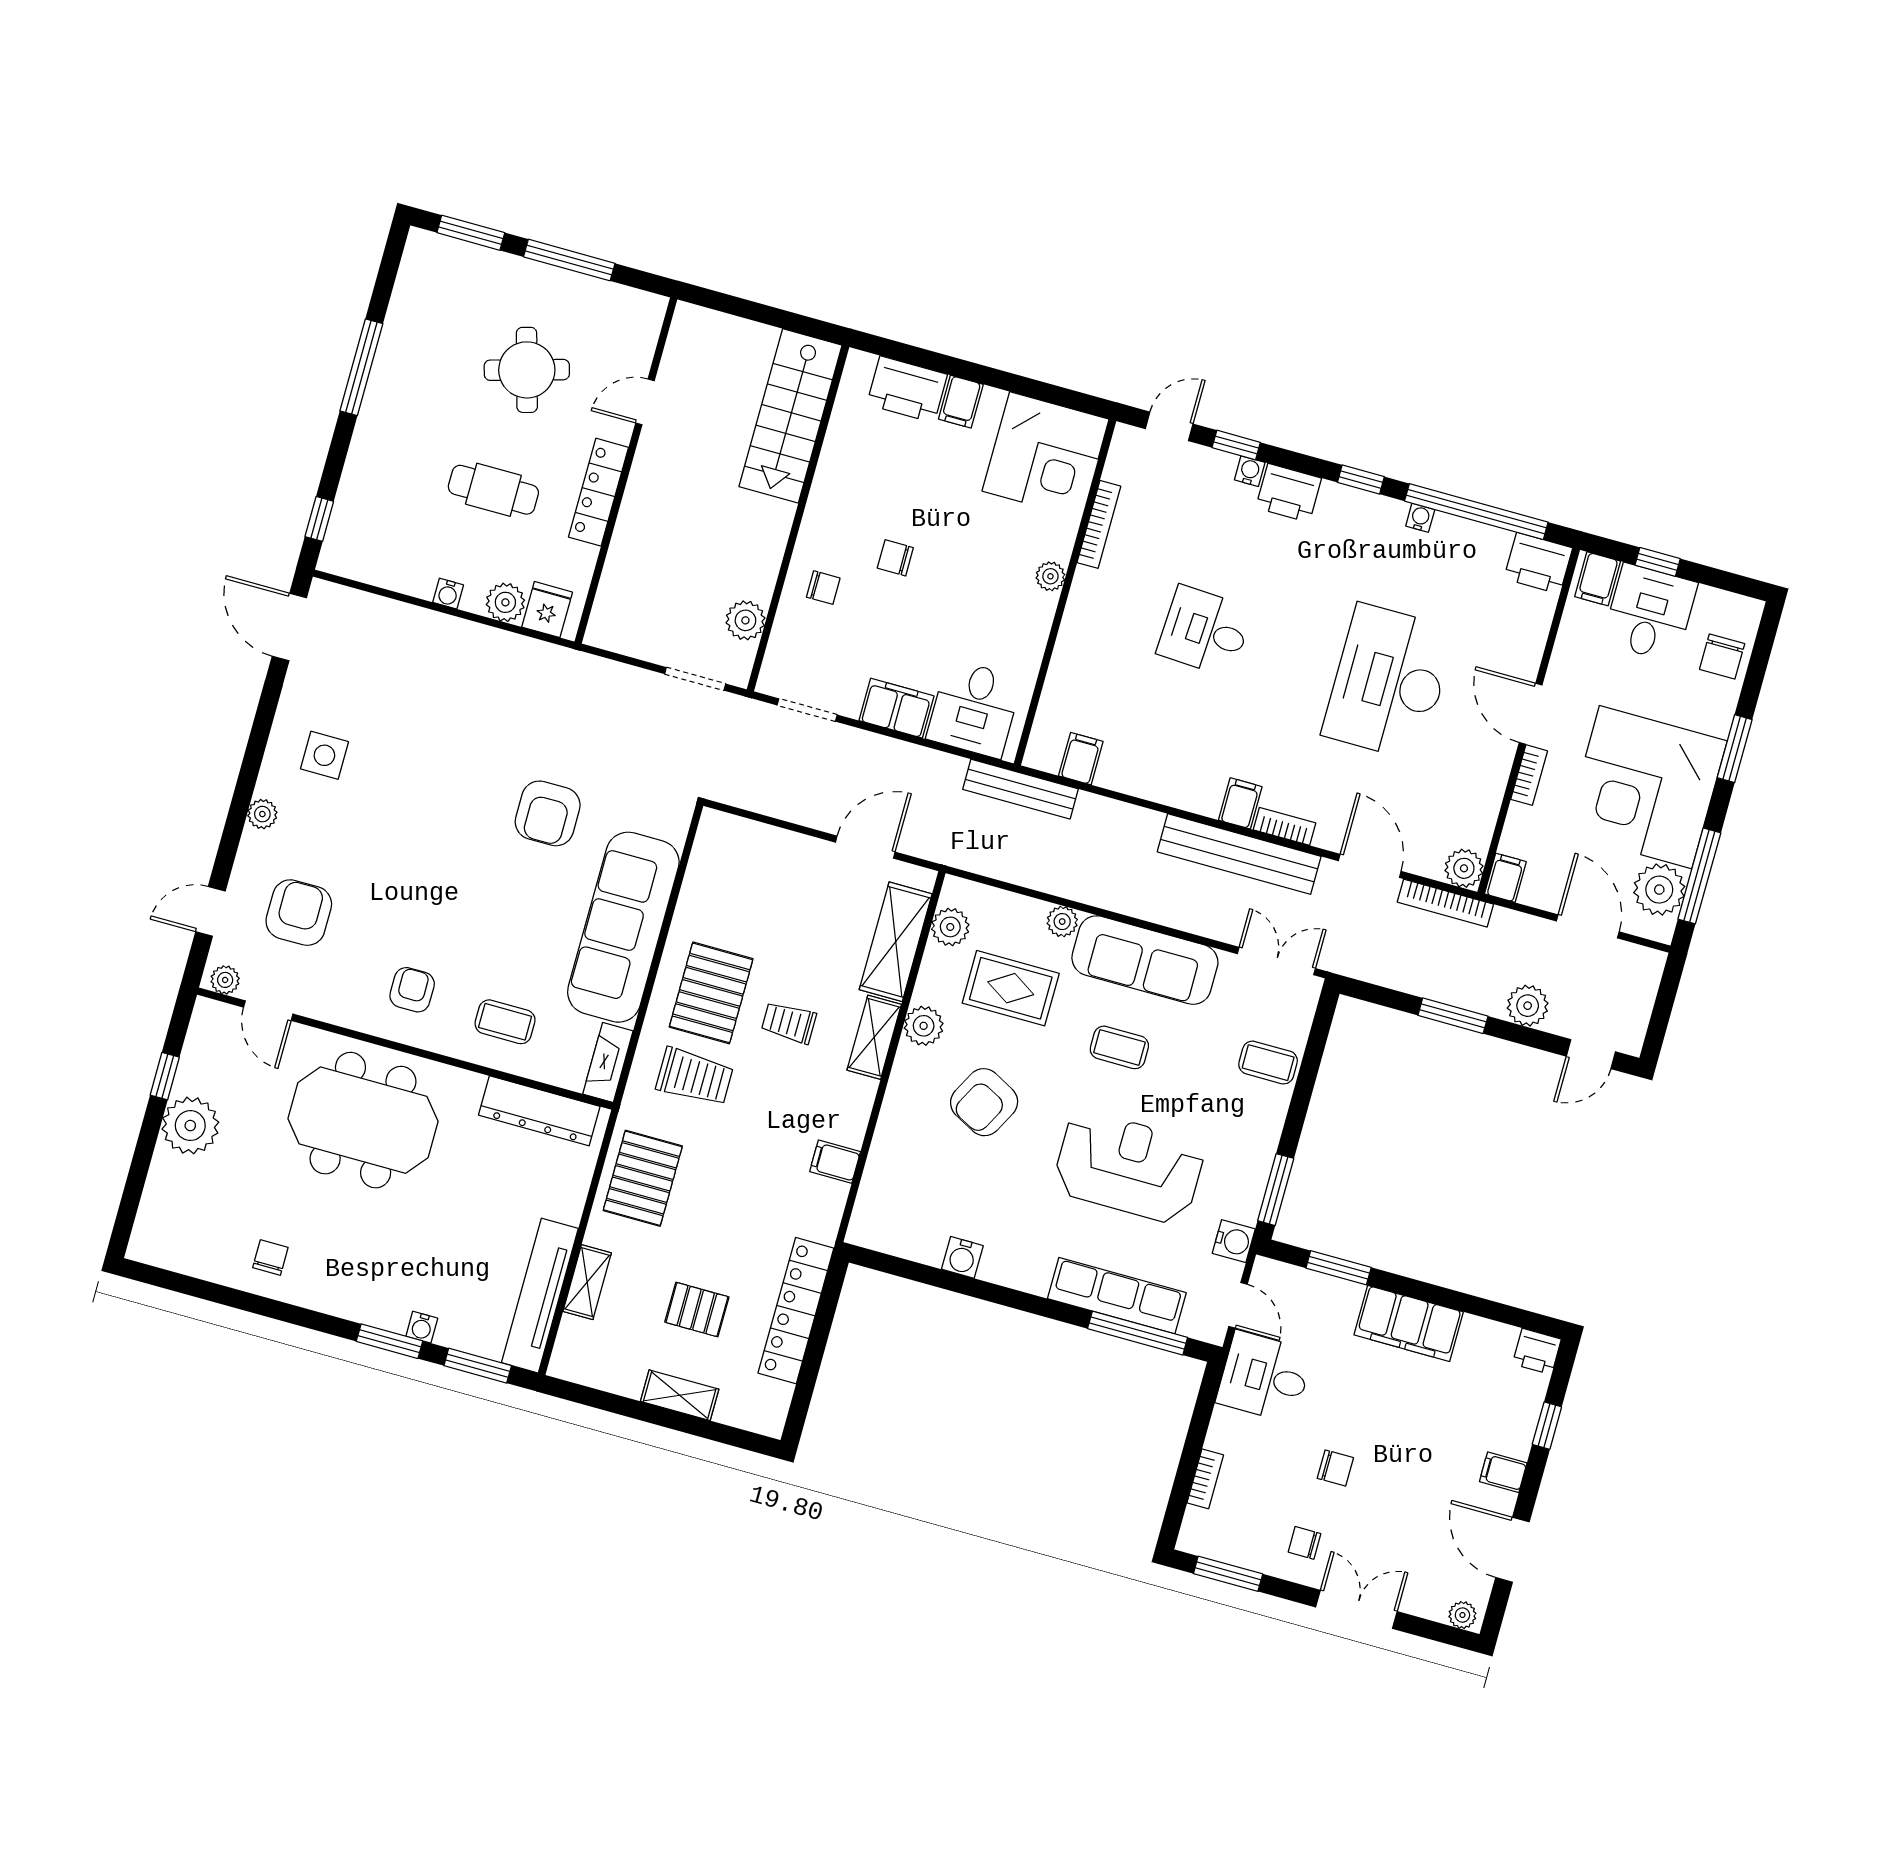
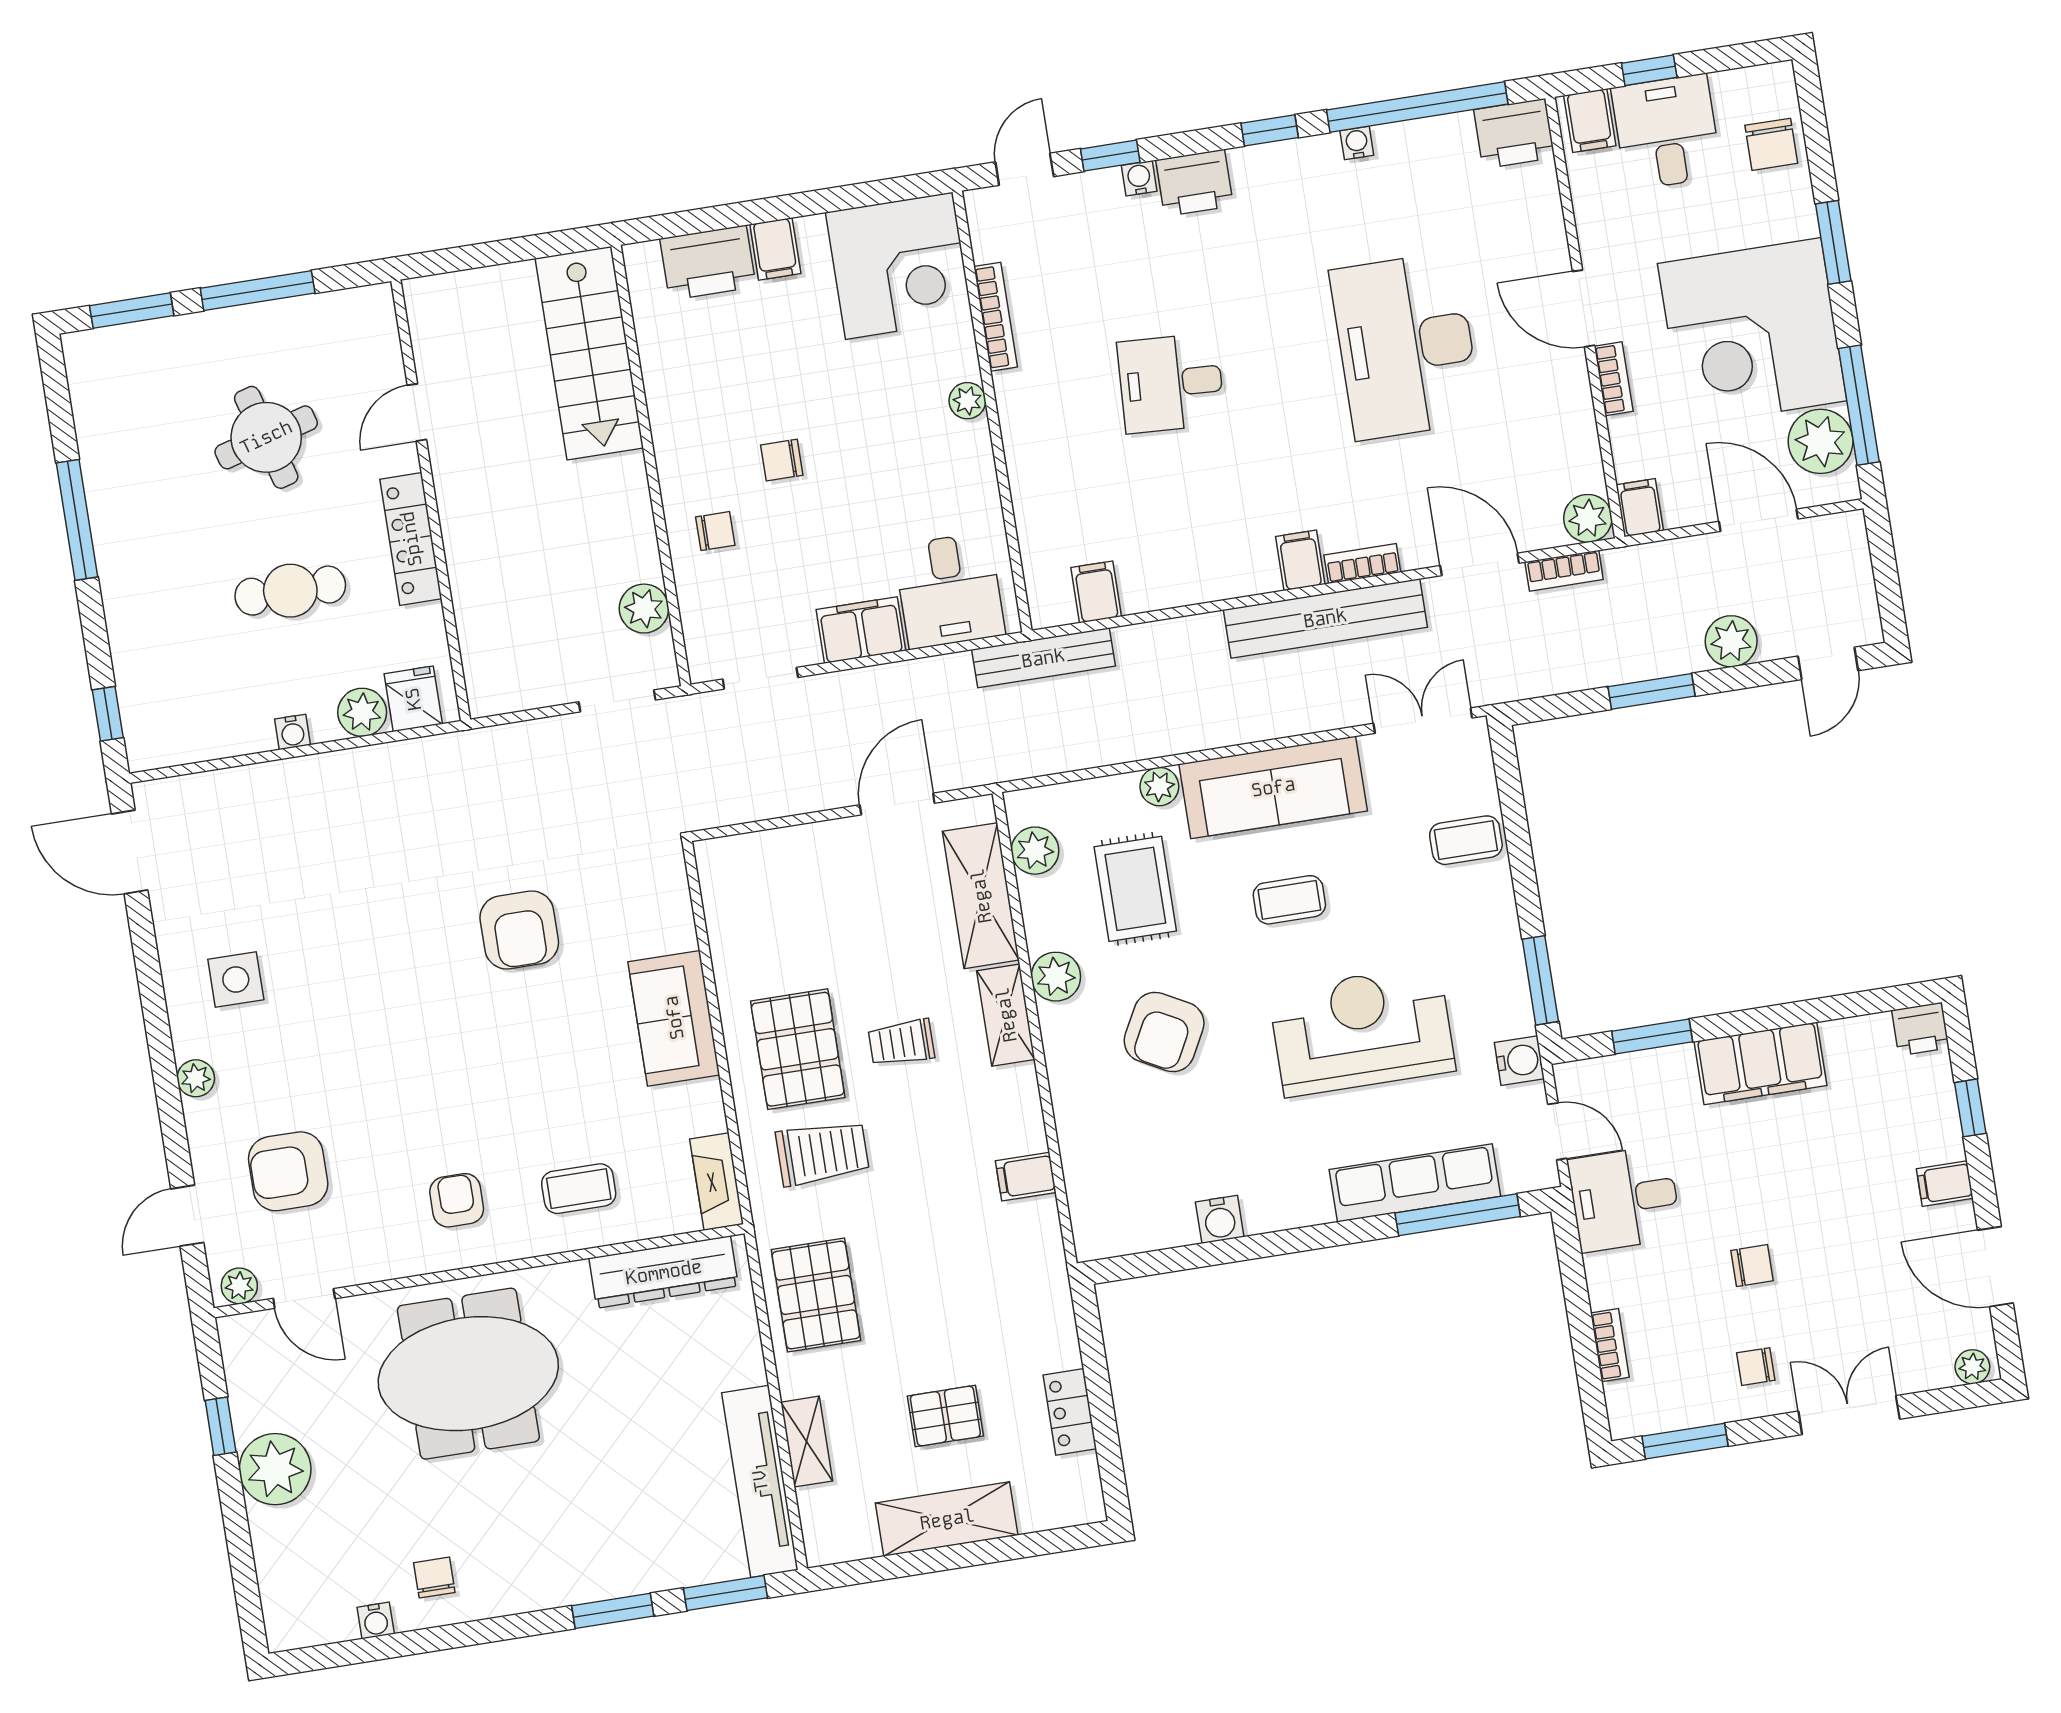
bookcase: (1445, 903) -> (1564, 571), width x0.64
armchair: (299, 913) -> (288, 1171), turned -90
sofa: (623, 927) -> (674, 1018), width x0.54, depth x0.79
rug: (1011, 988) -> (1135, 889), turned 90
locker: (796, 1311) -> (1070, 1412), width x0.46, depth x0.83
water cooler: (422, 1327) -> (376, 1621), moved
shelving: (680, 1395) -> (947, 1519), width x1.50, depth x1.33

